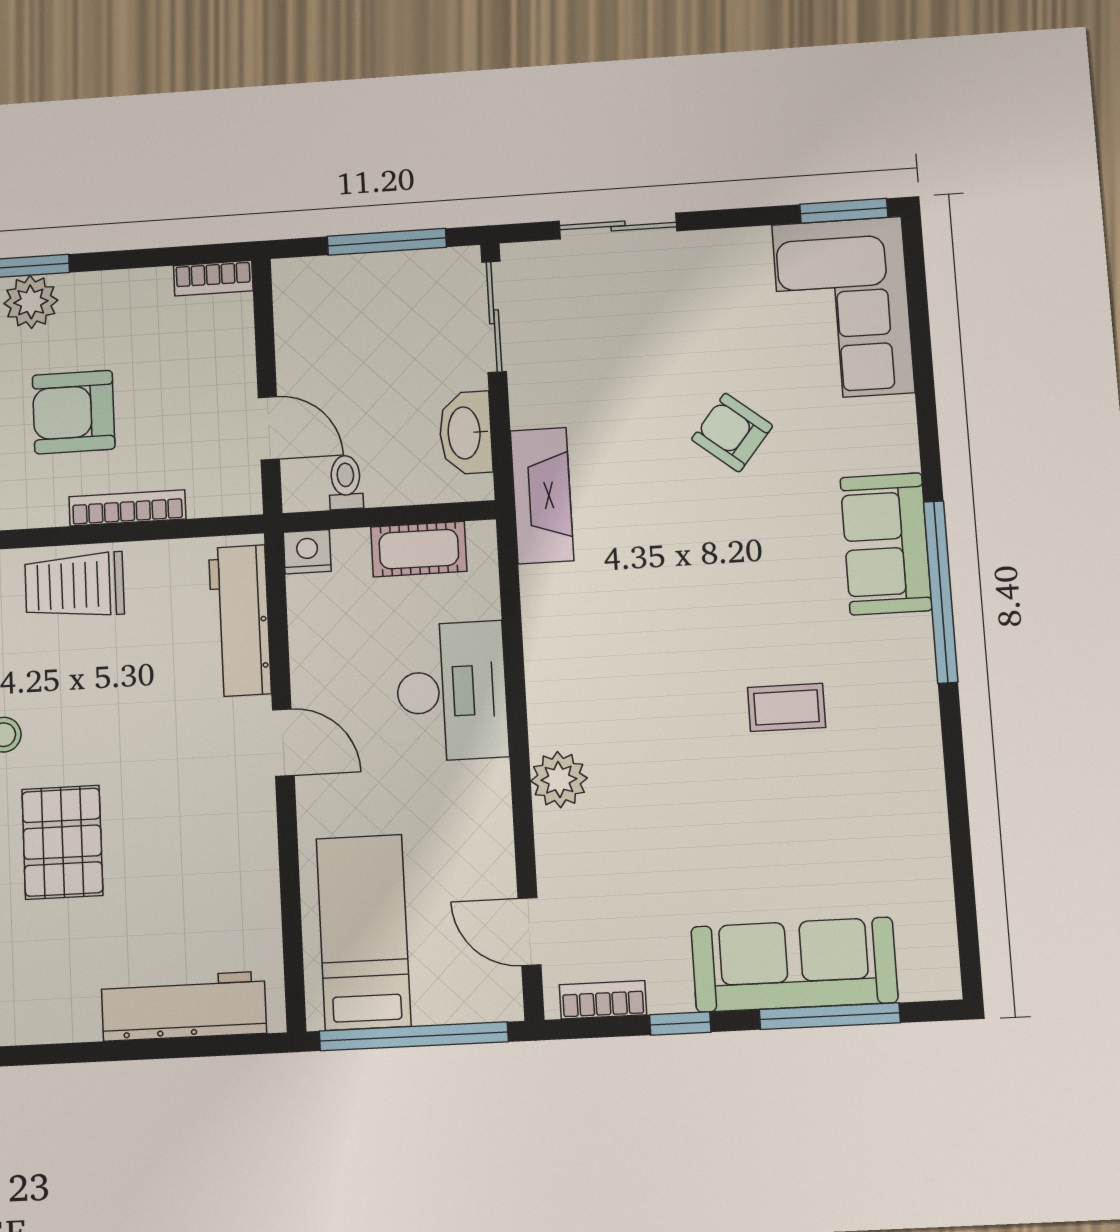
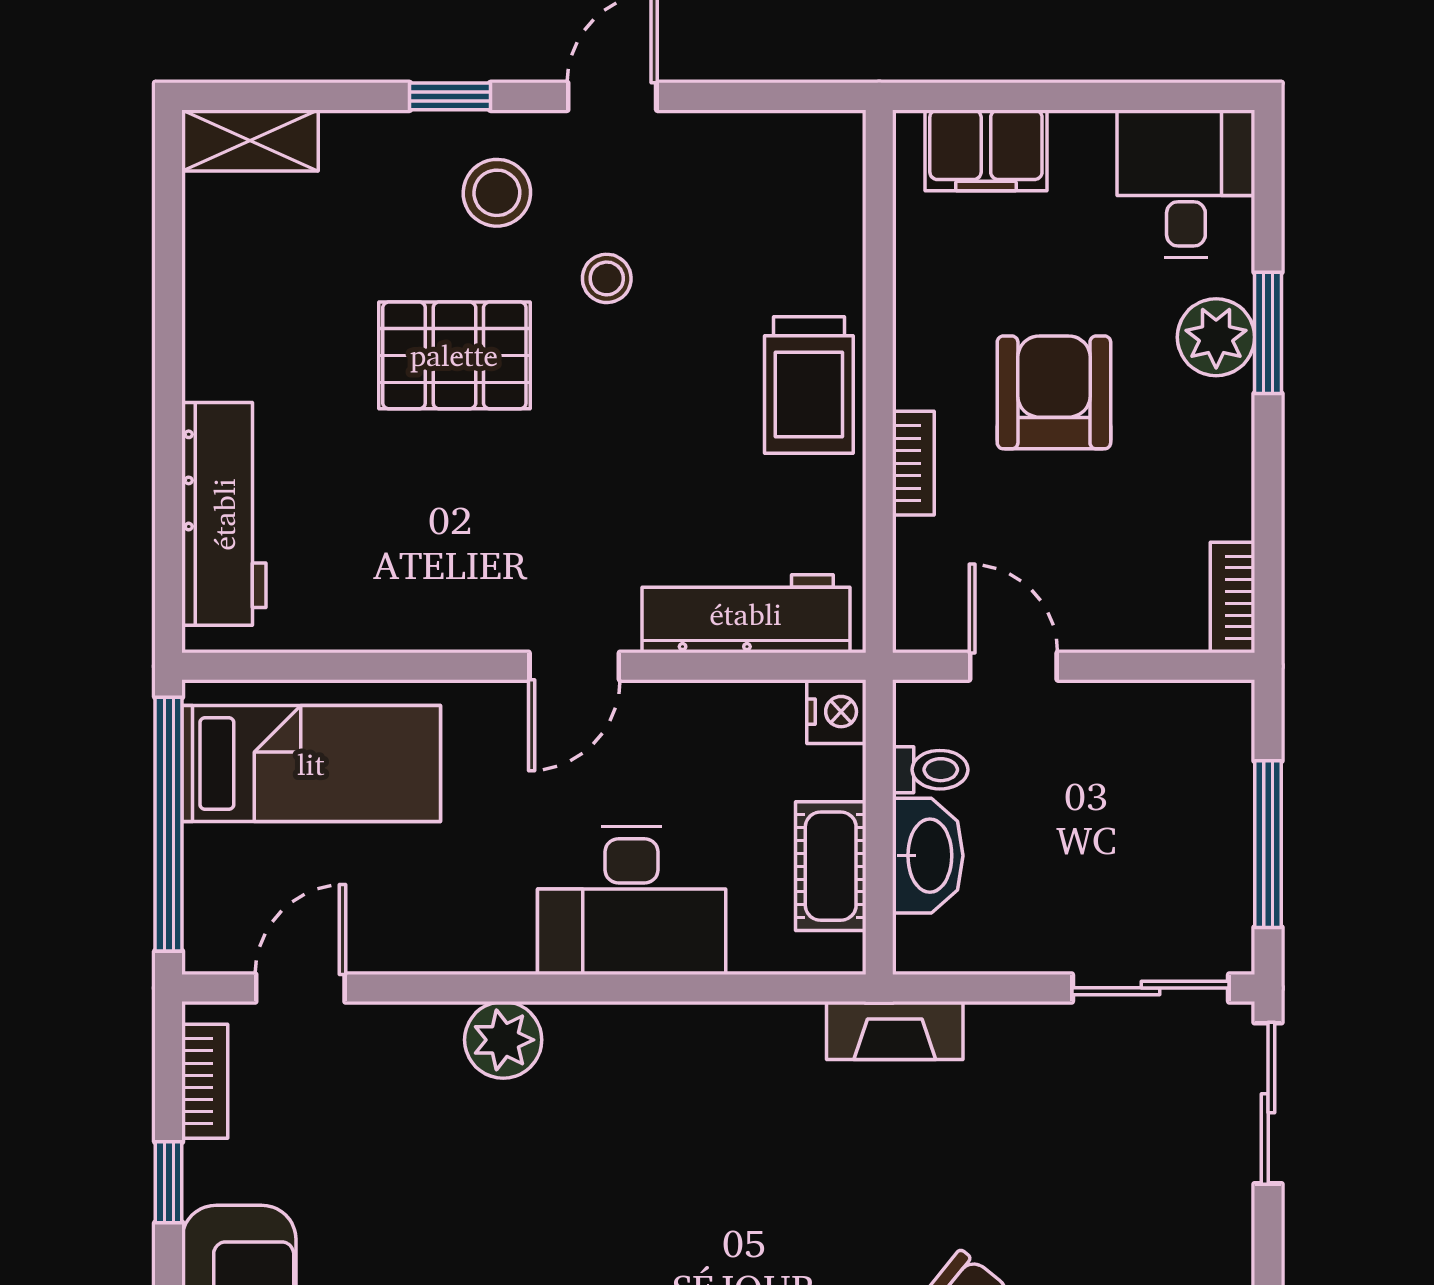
sliding door: (618, 226) -> (1268, 1103), moved
door: (269, 428) -> (1013, 666), swing flipped
washbasin: (466, 433) -> (928, 856), moved, turned 90
fireplace: (542, 496) -> (895, 1030), width x0.73, depth x0.76
bookcase: (127, 508) -> (913, 463), width x0.64
trolley: (74, 585) -> (809, 385), turned 180

